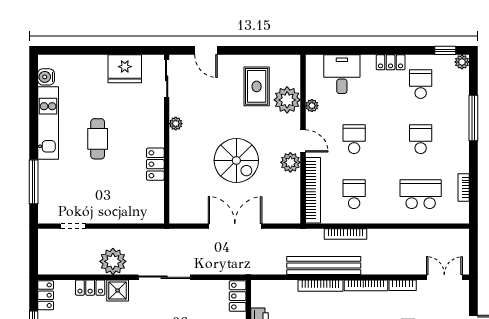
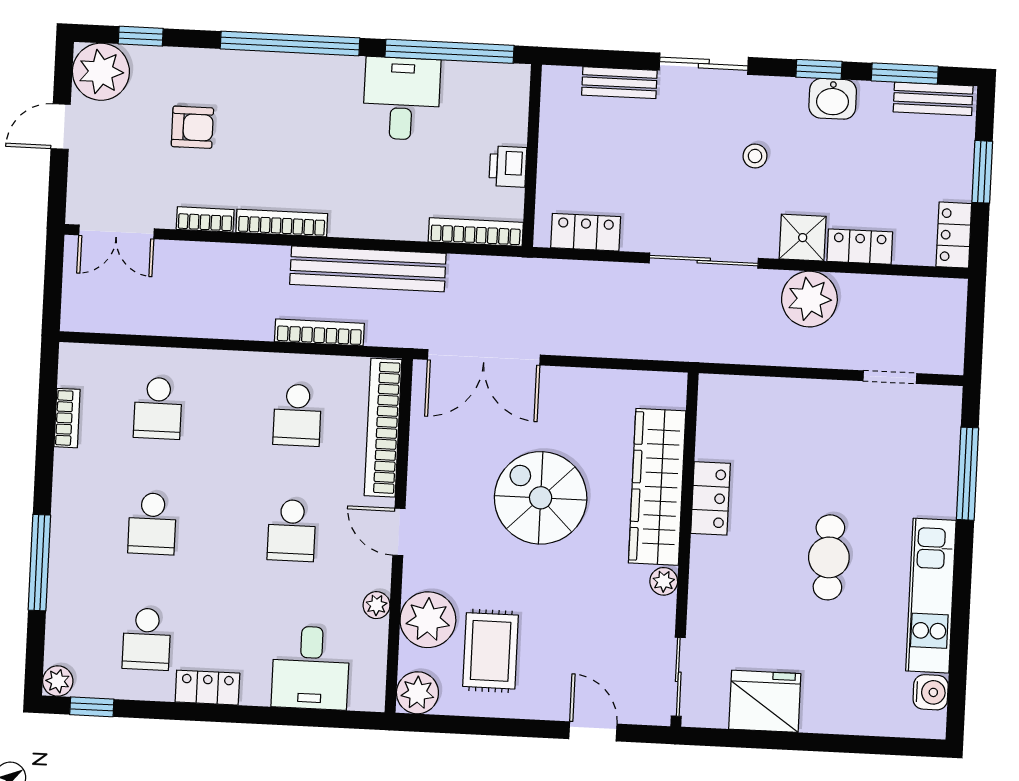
plant: (290, 162) -> (417, 693), moved
wardrobe: (181, 168) -> (657, 487), added
school desk: (421, 194) -> (158, 408), width x0.54
double door: (235, 226) -> (484, 357), moved
bookcase: (321, 286) -> (476, 232), moved
locker: (238, 296) -> (586, 232), moved, turned -90

